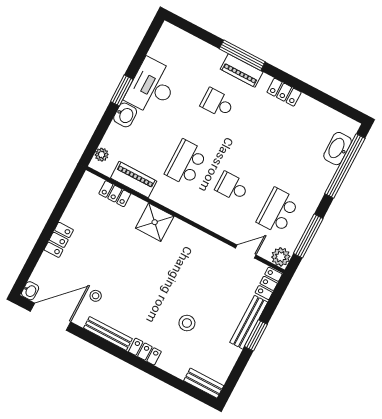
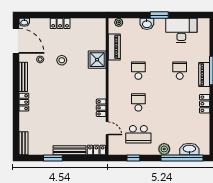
desk: (152, 87) -> (181, 30), moved
school desk: (186, 163) -> (138, 71), width x0.54
locker: (115, 194) -> (101, 108), moved
school desk: (278, 211) -> (138, 134), turned 180
shower: (155, 222) -> (97, 60), moved
window: (308, 236) -> (133, 158), width x0.46
plant: (281, 257) -> (164, 149), moved
stool: (187, 323) -> (62, 60), moved
window: (256, 335) -> (53, 158), moved

